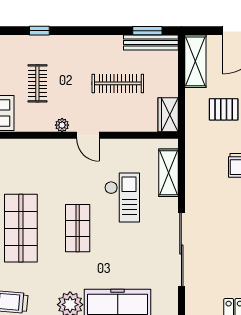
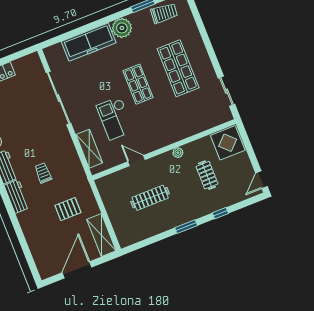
window: (147, 31) -> (186, 227), moved
bench: (151, 43) -> (138, 236), removed
wardrobe: (168, 115) -> (106, 190), removed
door: (88, 135) -> (136, 161), moved

